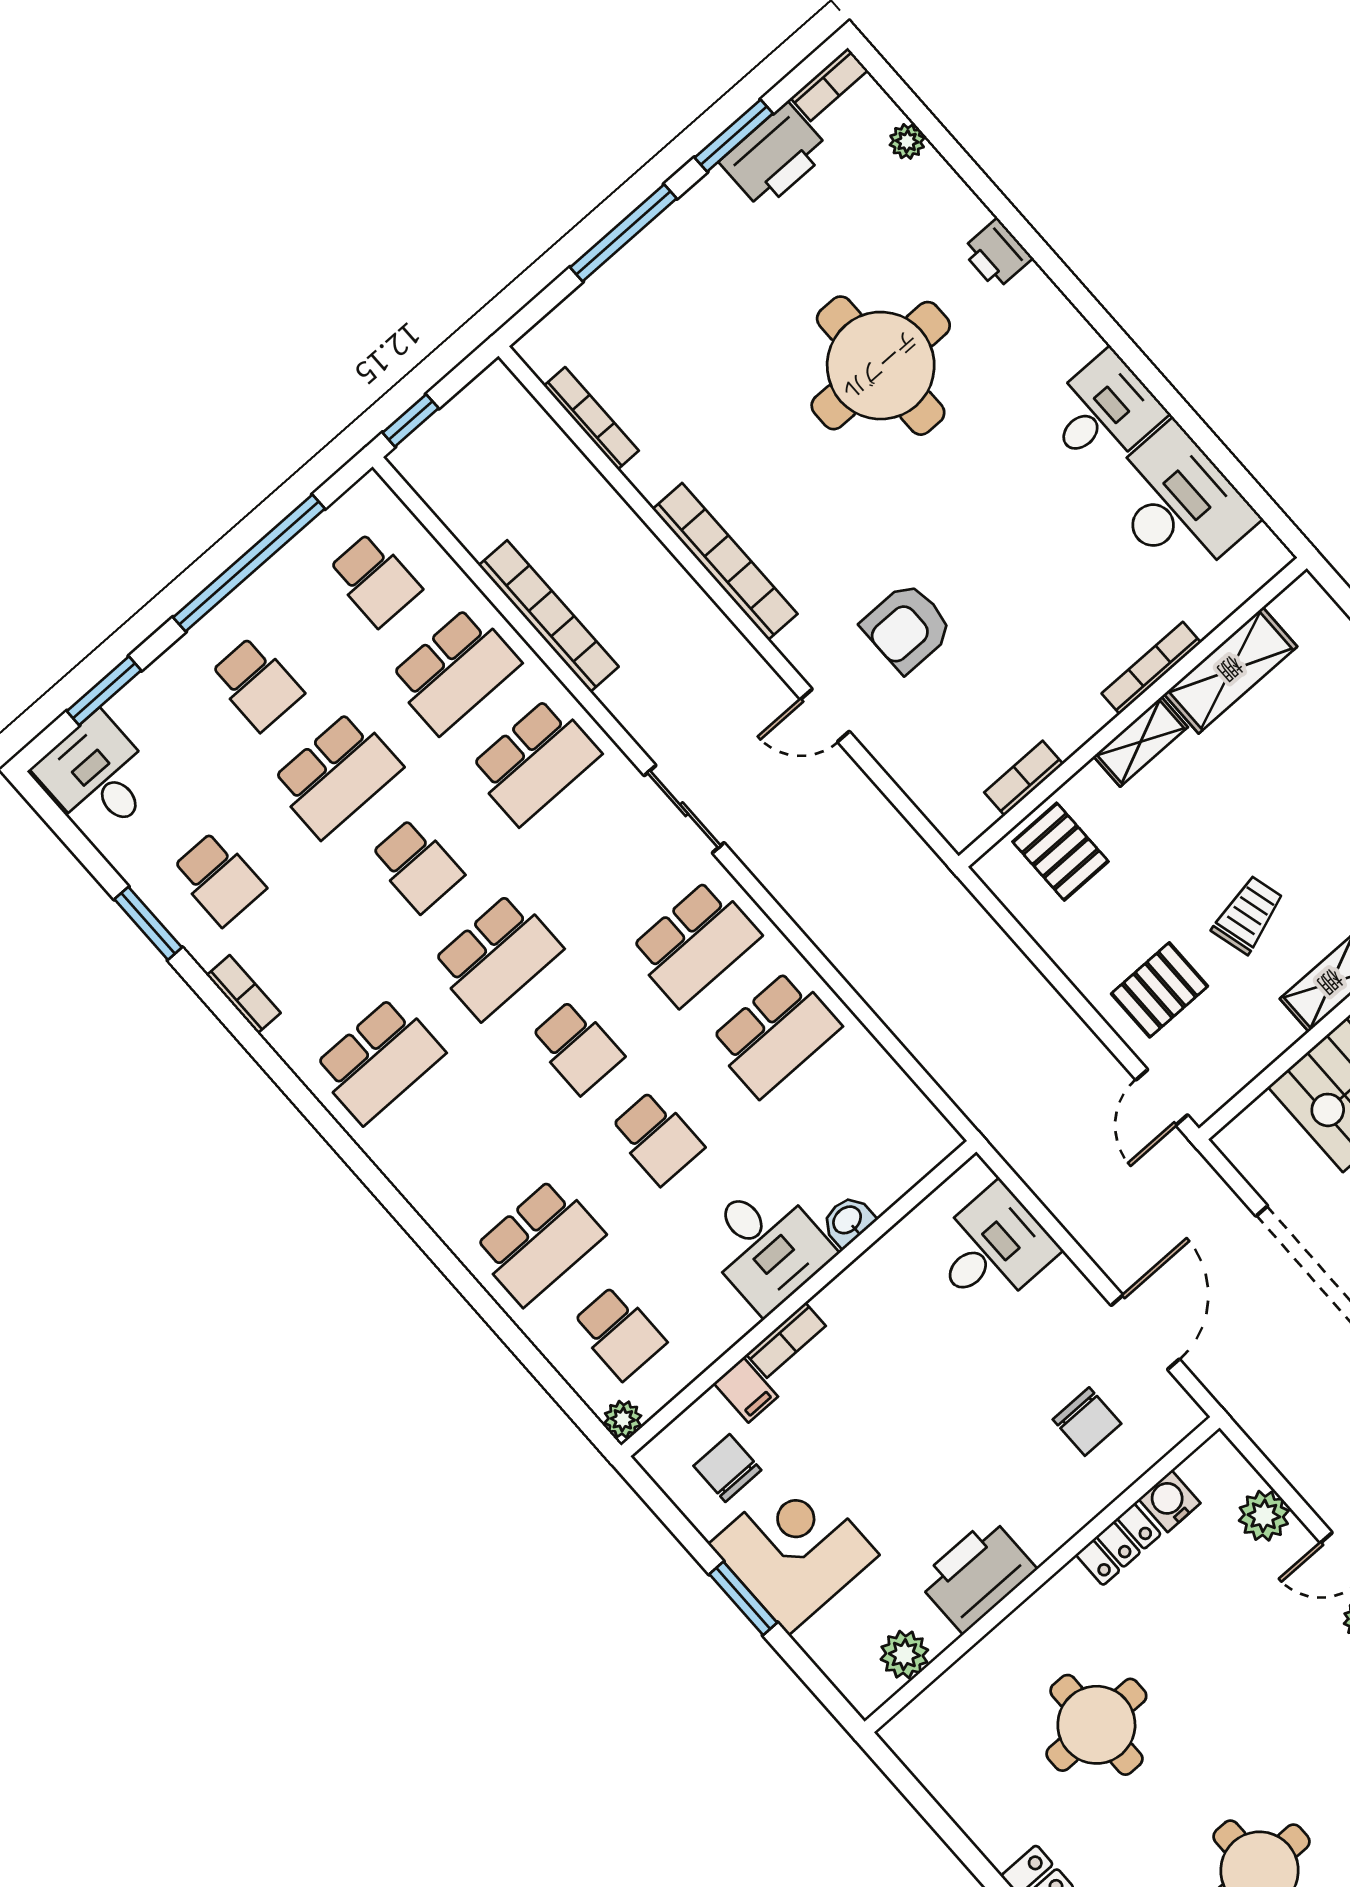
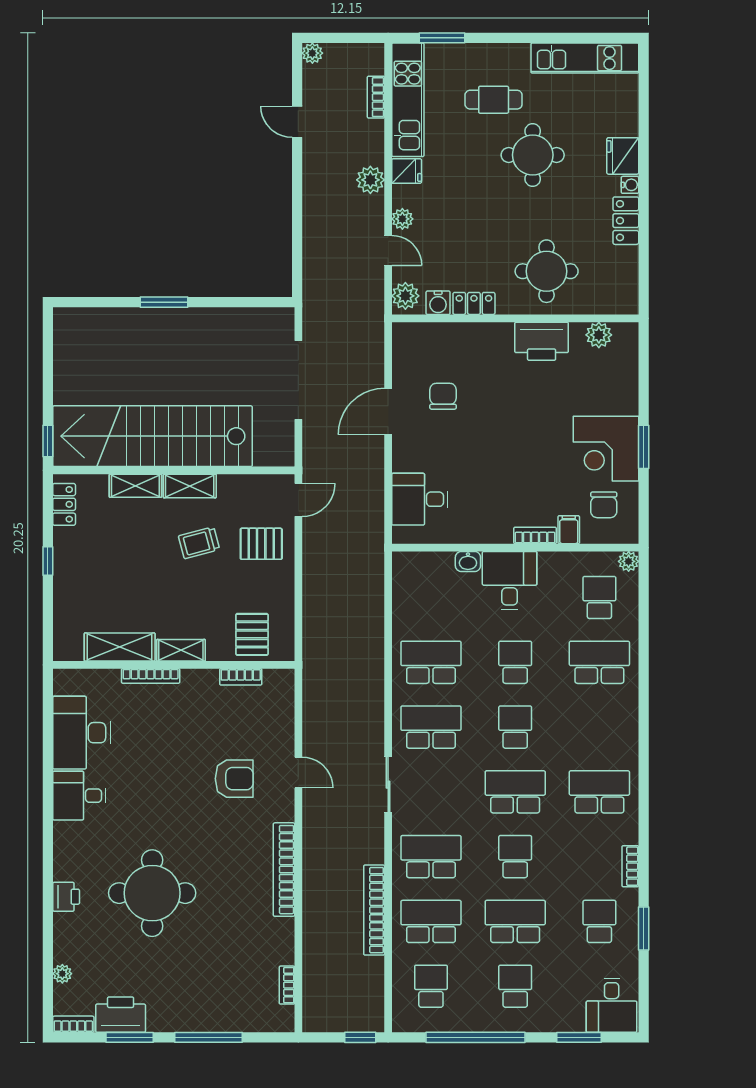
bookcase: (591, 418) -> (287, 985), width x0.64
water cooler: (1169, 1501) -> (438, 303), moved
locker: (1118, 1544) -> (474, 303), moved
printer: (977, 1575) -> (542, 341), moved
wall: (1042, 1575) -> (515, 318), moved
plant: (904, 1655) -> (599, 335), moved

